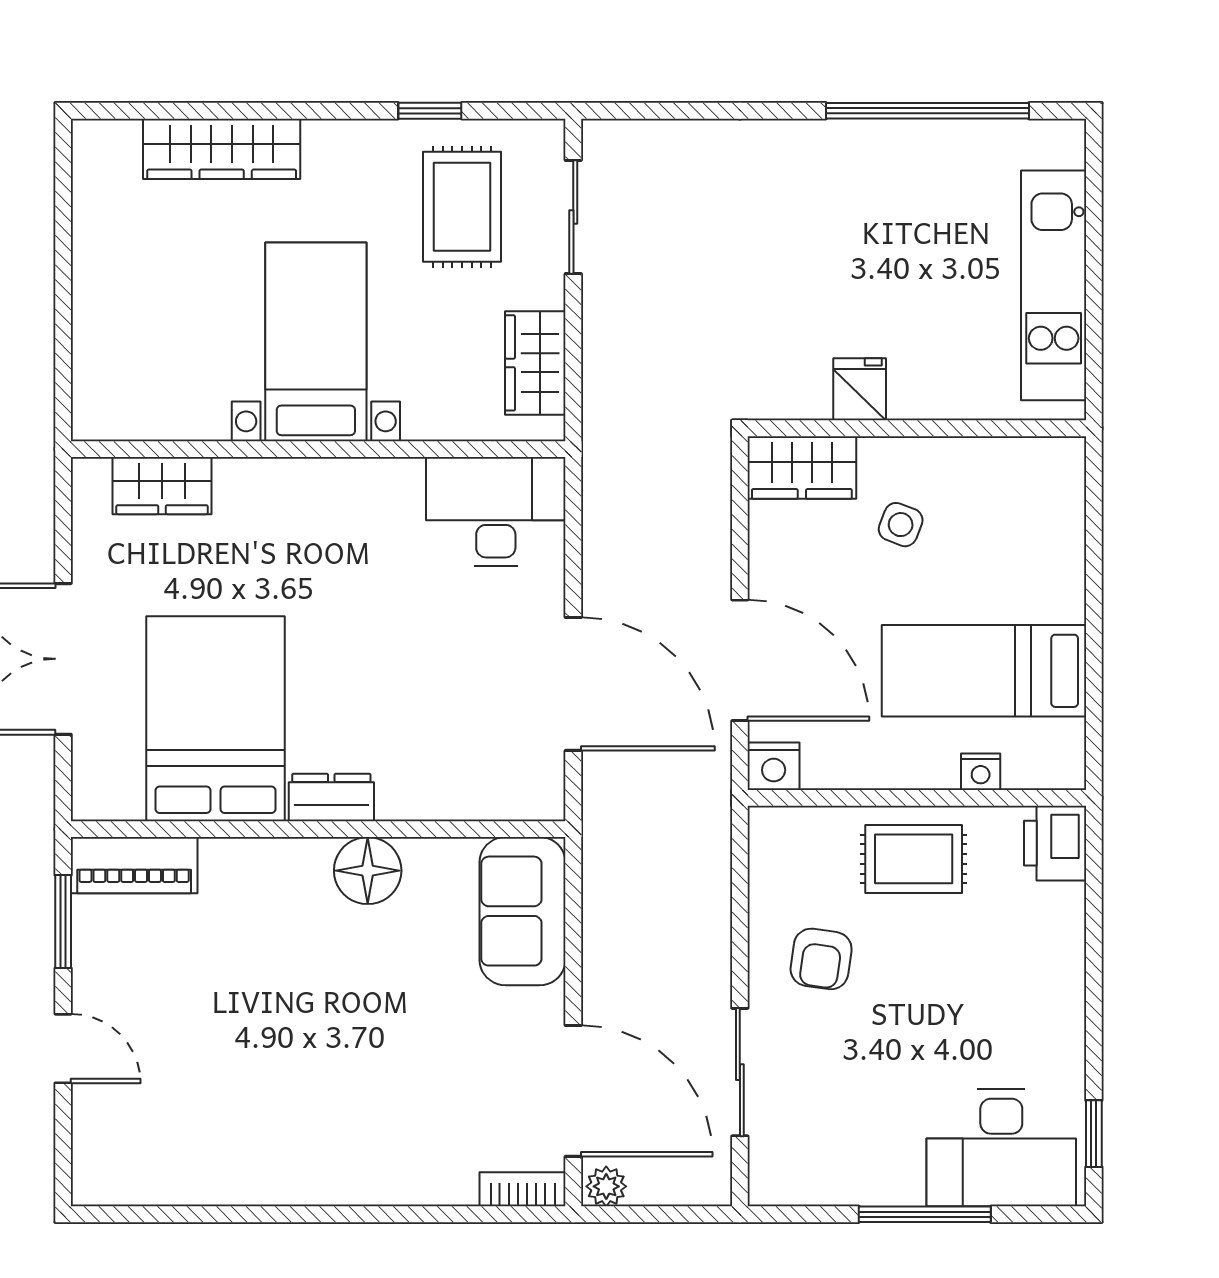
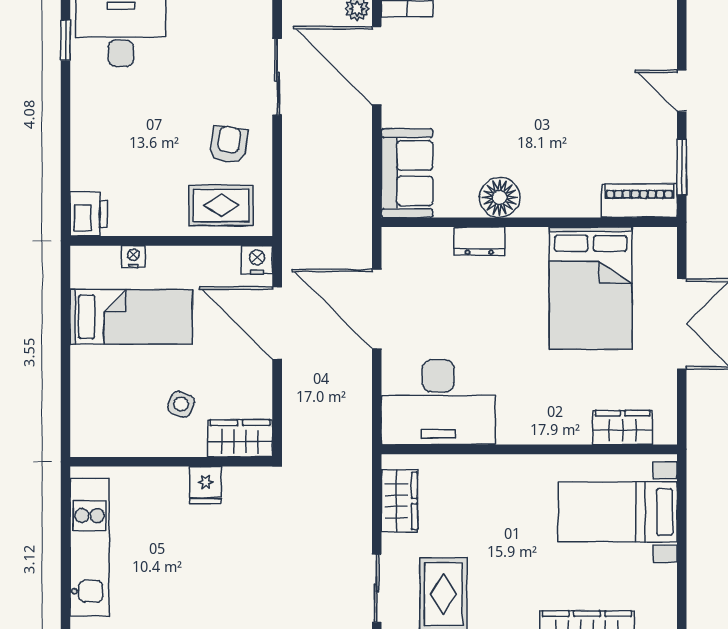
bed with nightstands: (316, 342) -> (618, 512), moved, turned 90
desk: (496, 512) -> (438, 402), width x1.36, depth x1.30
dresser: (331, 797) -> (479, 241), moved
rug: (914, 859) -> (221, 205), moved

